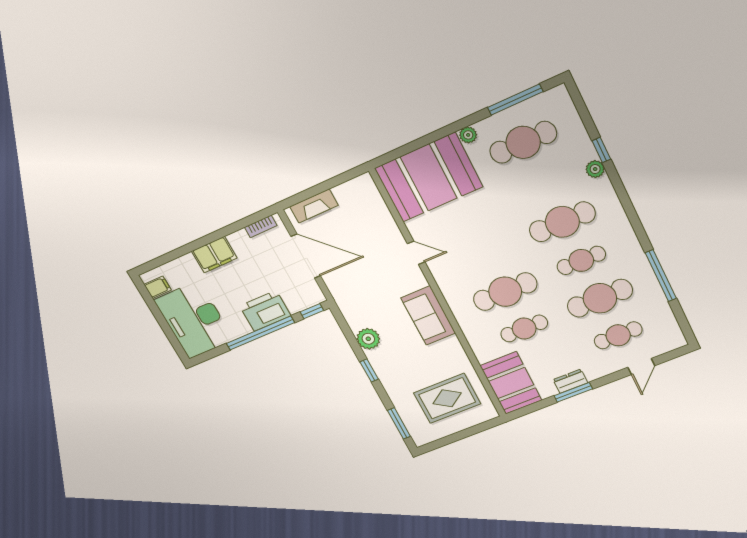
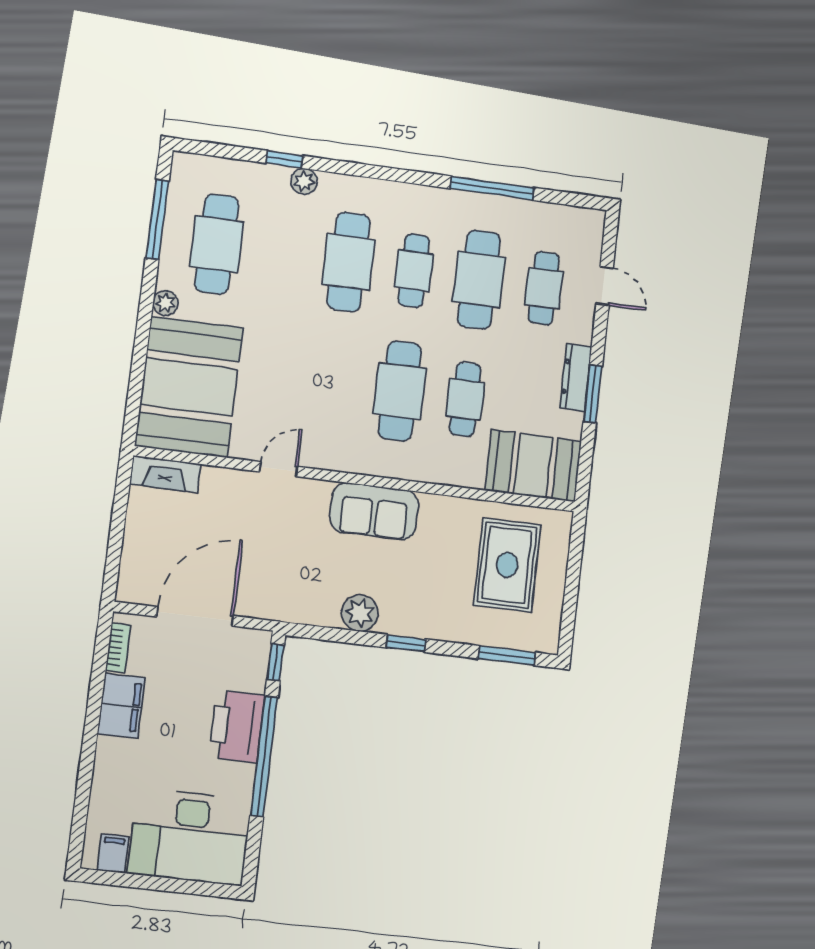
fireplace: (314, 206) -> (165, 474), moved, turned 90
filing cabinet: (214, 255) -> (121, 706), moved
dresser: (570, 381) -> (576, 378), width x1.44

